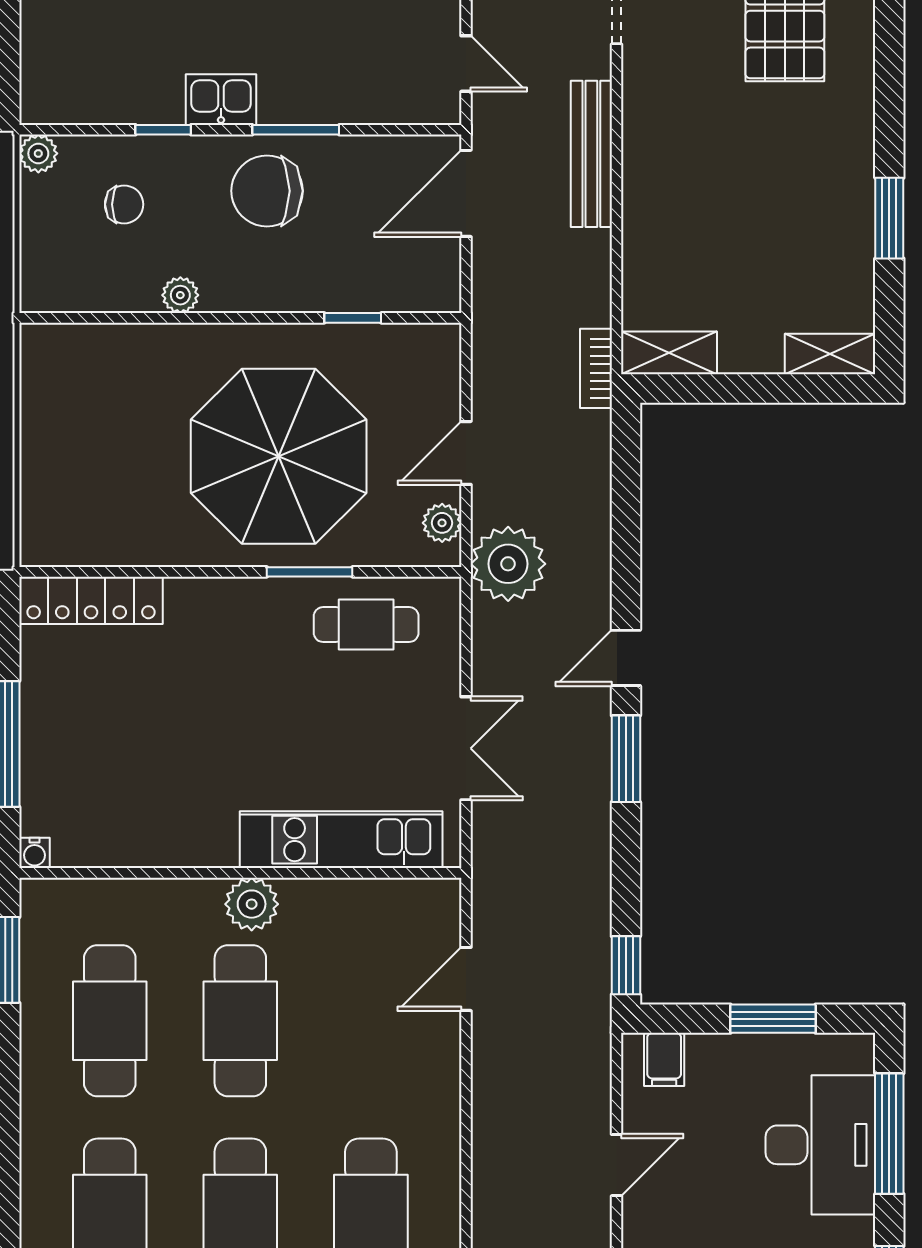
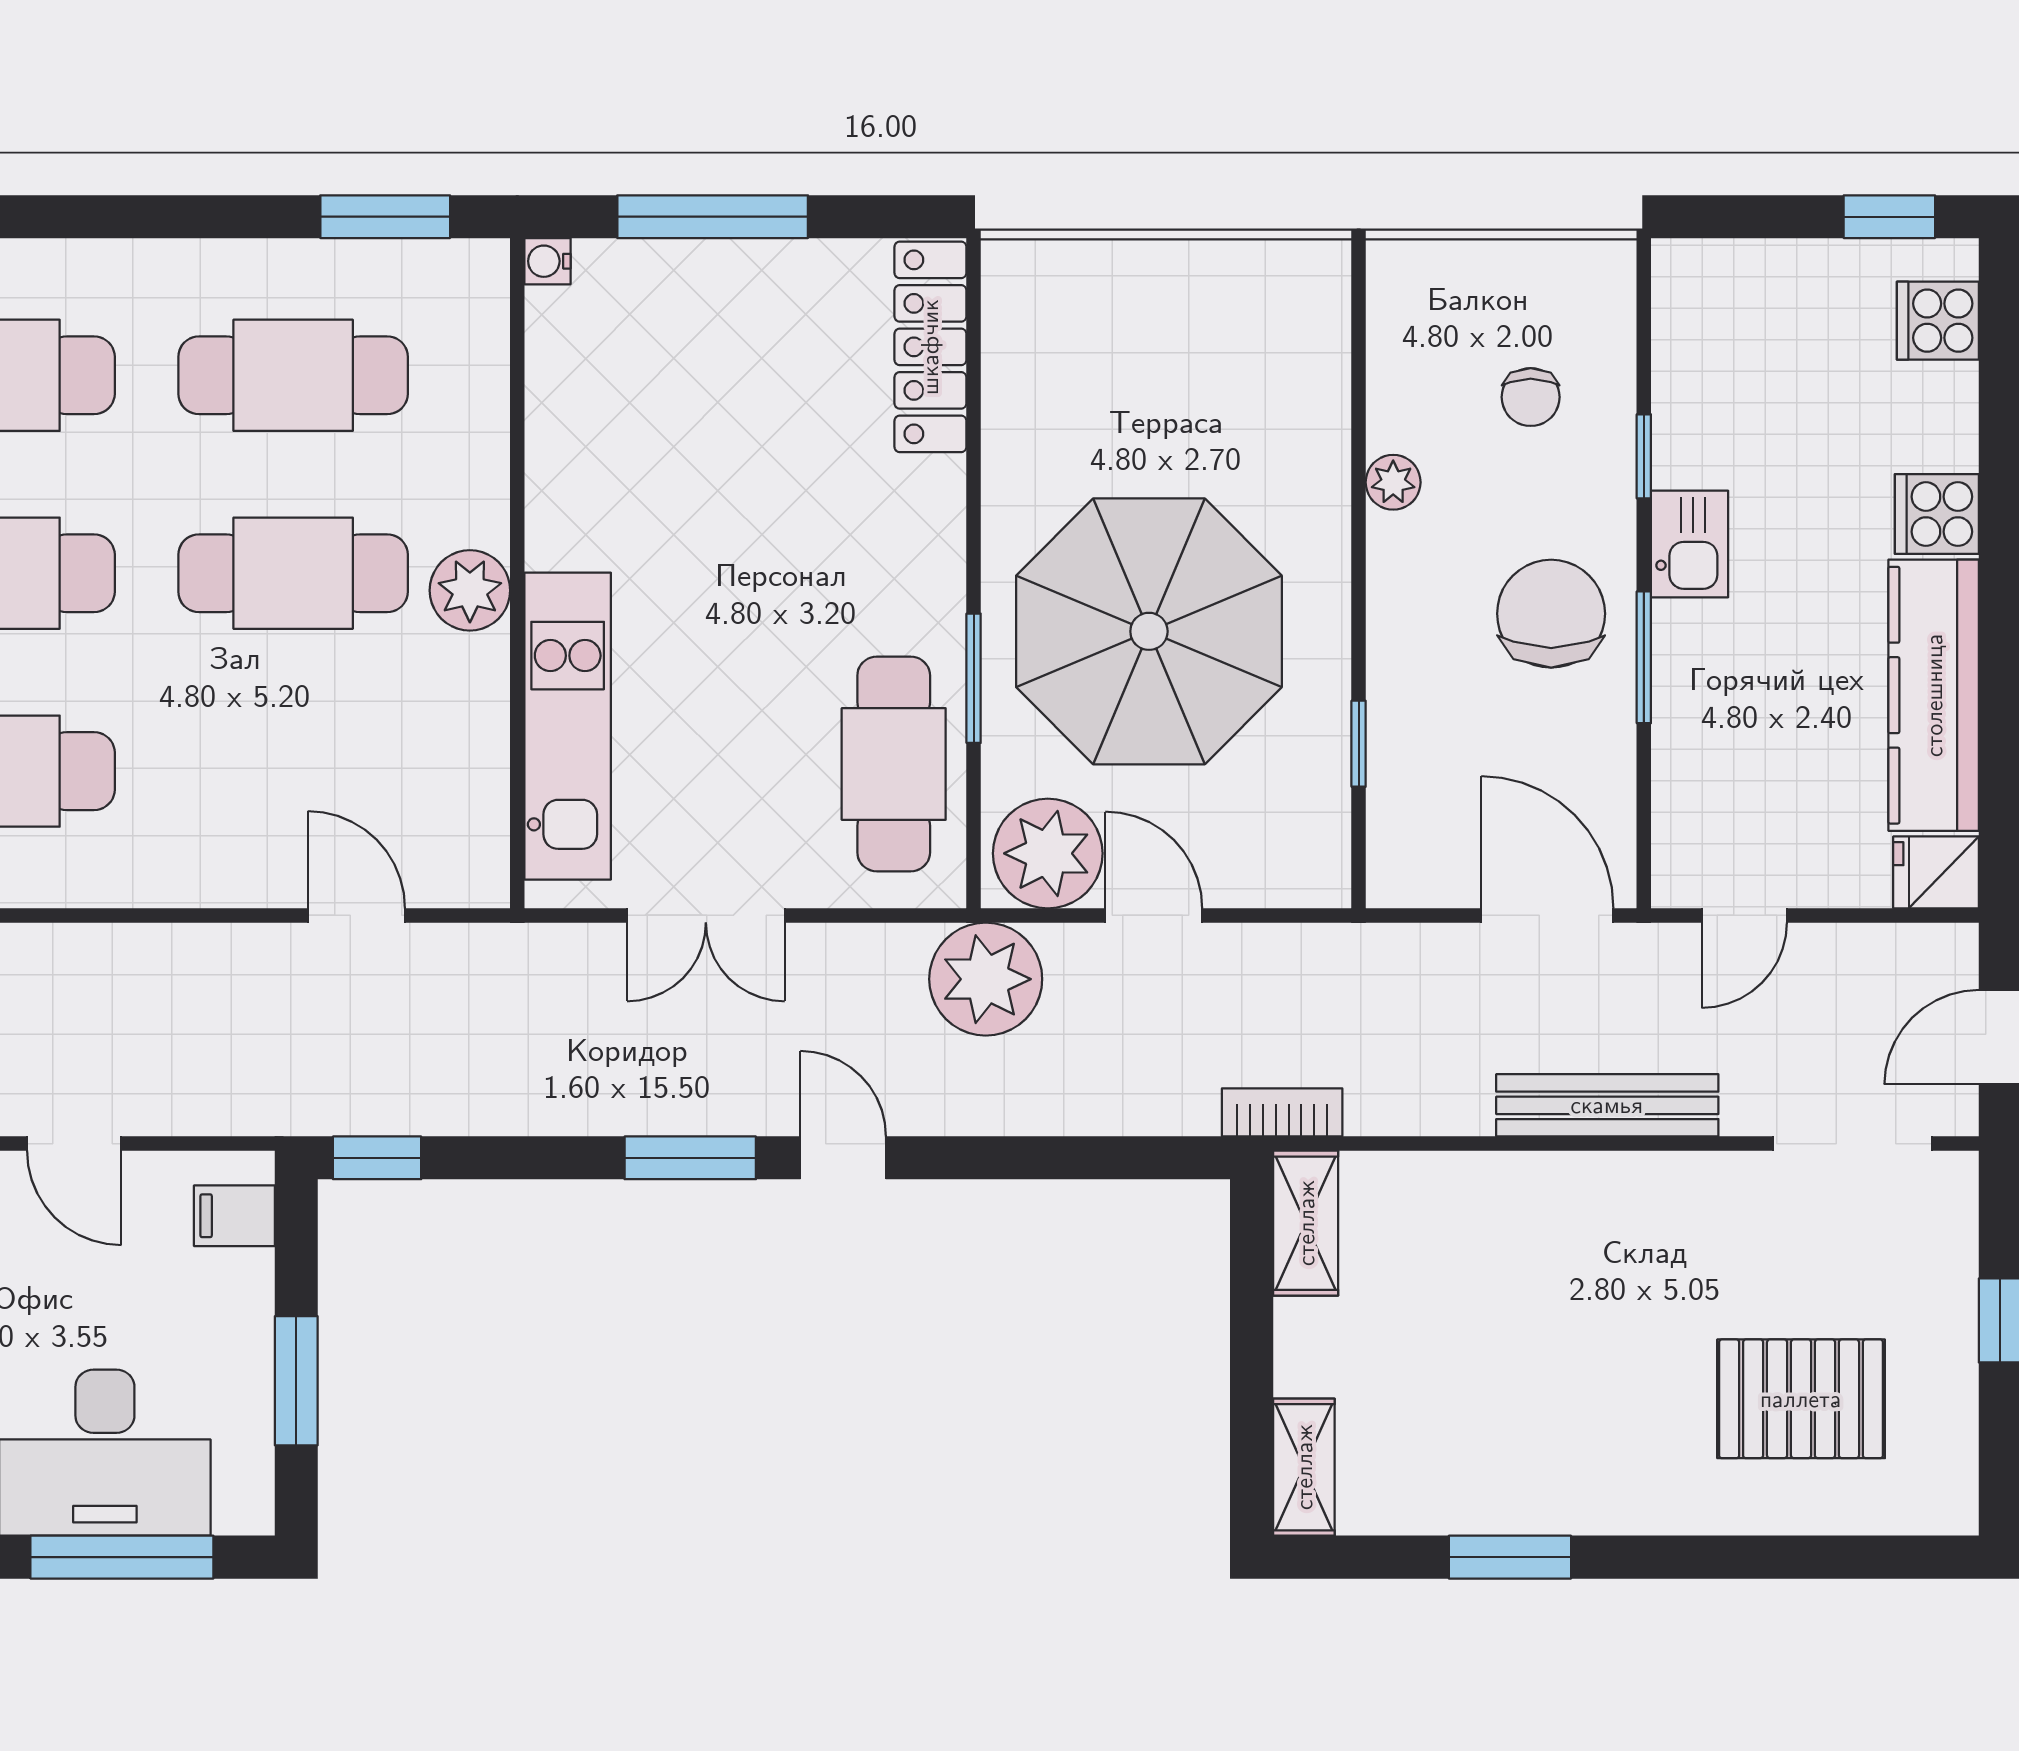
plant: (38, 153) -> (1608, 267), removed
plant: (442, 523) -> (1048, 853), width x1.88, depth x1.88
cafe table: (366, 625) -> (894, 764), width x1.37, depth x1.35

